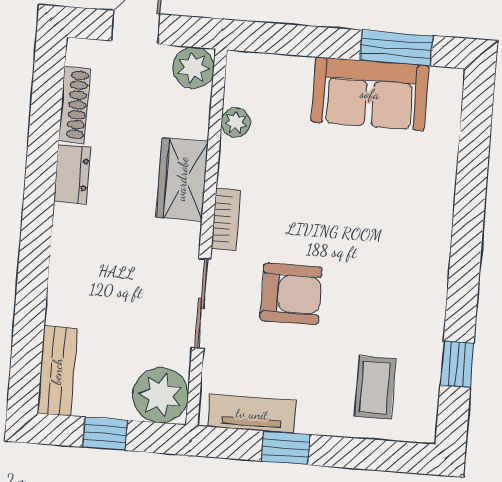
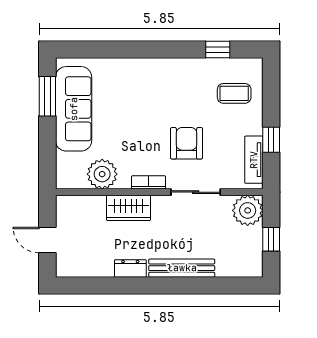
plant: (193, 68) -> (67, 207), removed
sofa: (370, 94) -> (74, 109), width x1.36
shoe rack: (74, 105) -> (92, 270), removed
plant: (236, 123) -> (102, 174), width x1.87, depth x1.87
bench: (57, 371) -> (182, 268), moved, width x1.36

